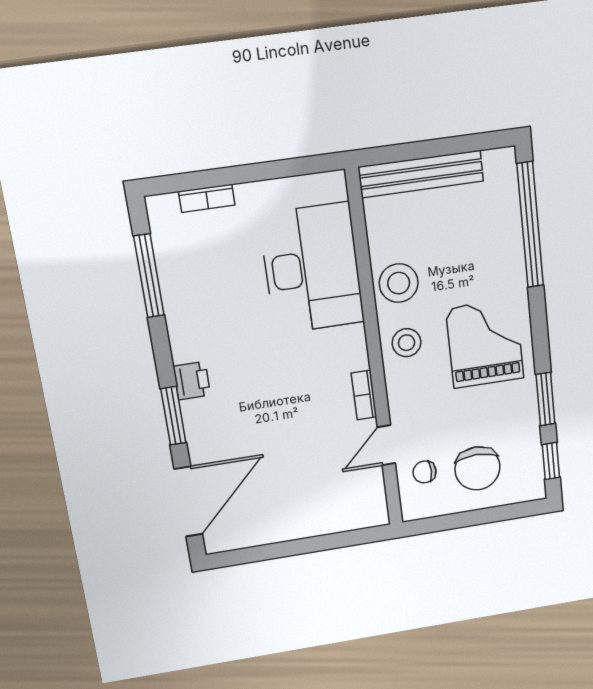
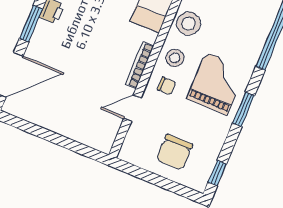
bookcase: (364, 395) -> (140, 65), width x1.56
window: (545, 399) -> (243, 109), moved
chair: (425, 472) -> (167, 86), moved, turned 180

